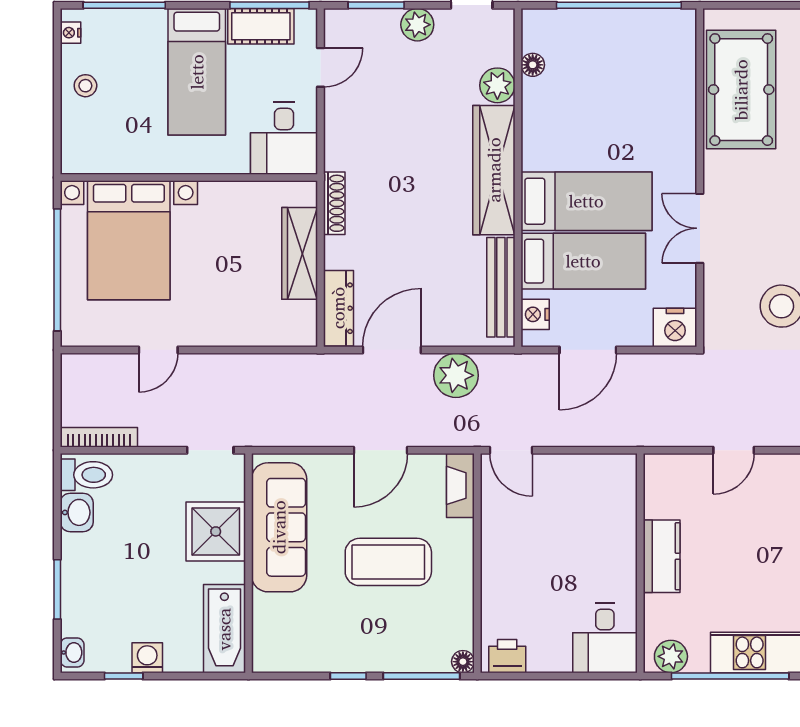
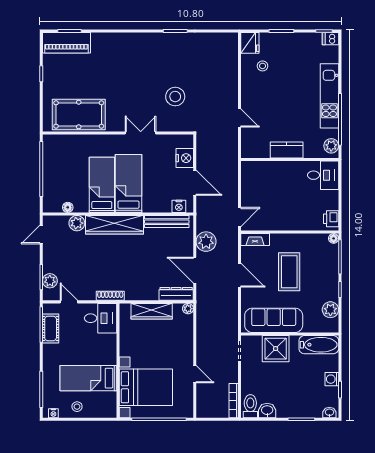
plant: (417, 25) -> (50, 281), moved
bed: (197, 72) -> (88, 378), moved, turned 180
shoe rack: (334, 203) -> (110, 296), moved
double door: (700, 228) -> (141, 133), swing flipped
bed: (583, 261) -> (102, 185), moved
nightstand: (675, 327) -> (185, 158), moved
plant: (305, 335) -> (188, 309), added
plant: (303, 655) -> (330, 310), added

